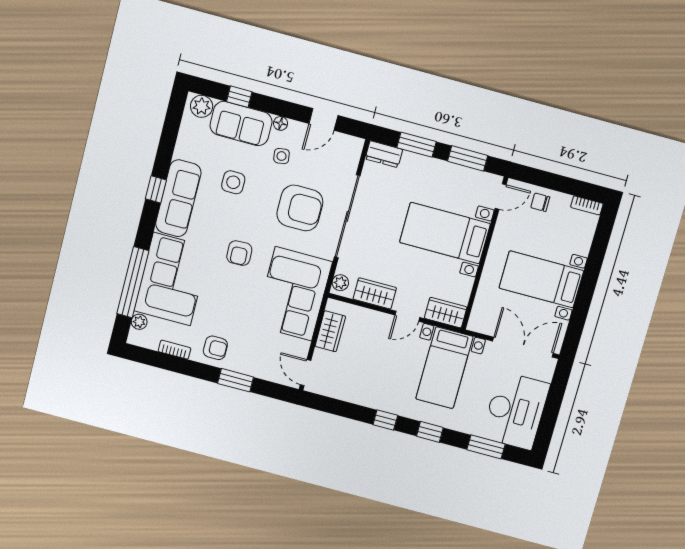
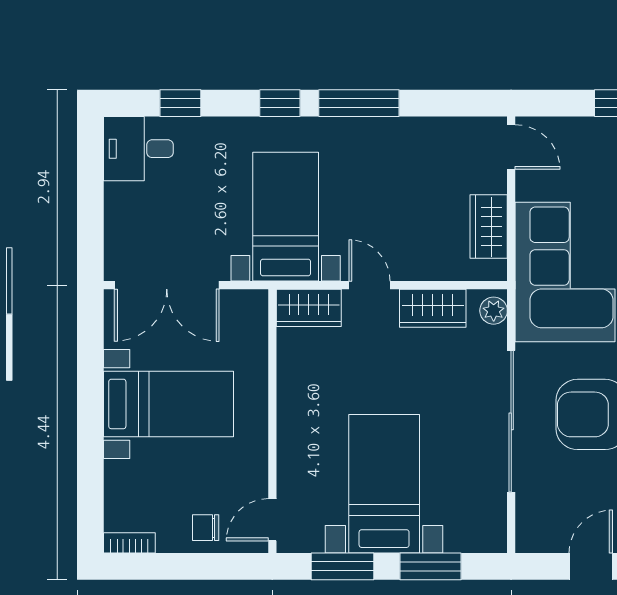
dresser: (384, 154) -> (479, 537), removed
chair: (540, 202) -> (206, 528), turned 180
bed with nightstands: (445, 233) -> (384, 484), moved, turned -90
door: (407, 316) -> (369, 285), hinge flipped
desk: (516, 411) -> (138, 149), width x0.53, depth x0.77
window: (385, 420) -> (359, 103), width x2.17
window: (486, 447) -> (180, 103), width x0.67

